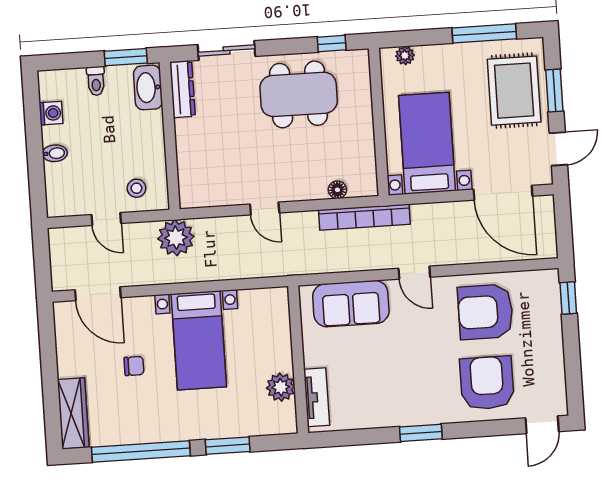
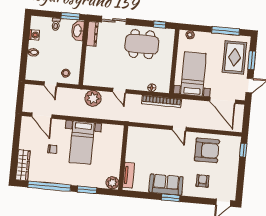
plant: (176, 238) -> (93, 98), moved
sofa: (351, 304) -> (166, 185), moved, turned 180
armchair: (485, 312) -> (207, 150), turned 180
armchair: (487, 383) -> (203, 181), width x0.53, depth x0.53
plant: (281, 387) -> (112, 183), moved

